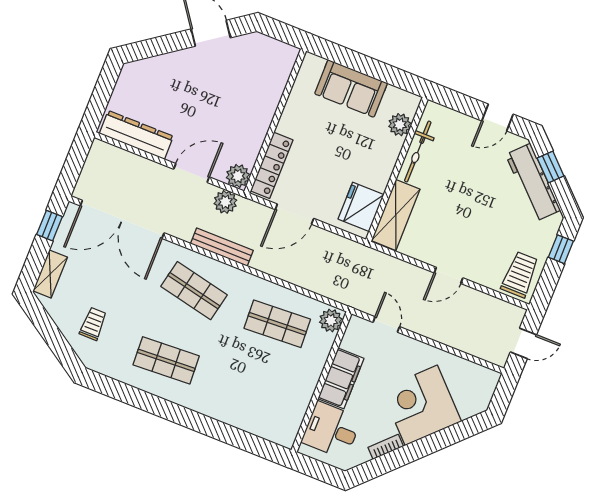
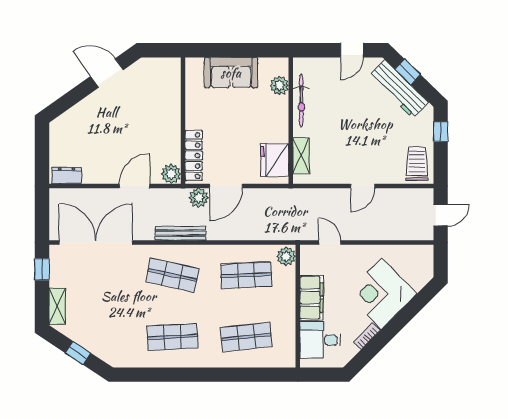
dresser: (136, 135) -> (67, 175), width x0.51, depth x0.80
plant: (225, 202) -> (199, 198), moved
shelving: (396, 215) -> (301, 156), width x0.67, depth x0.75
double door: (122, 219) -> (96, 242), swing flipped
trolley: (93, 324) -> (105, 331), removed
window: (53, 336) -> (78, 353), added
shop shelf: (249, 394) -> (246, 337), added

